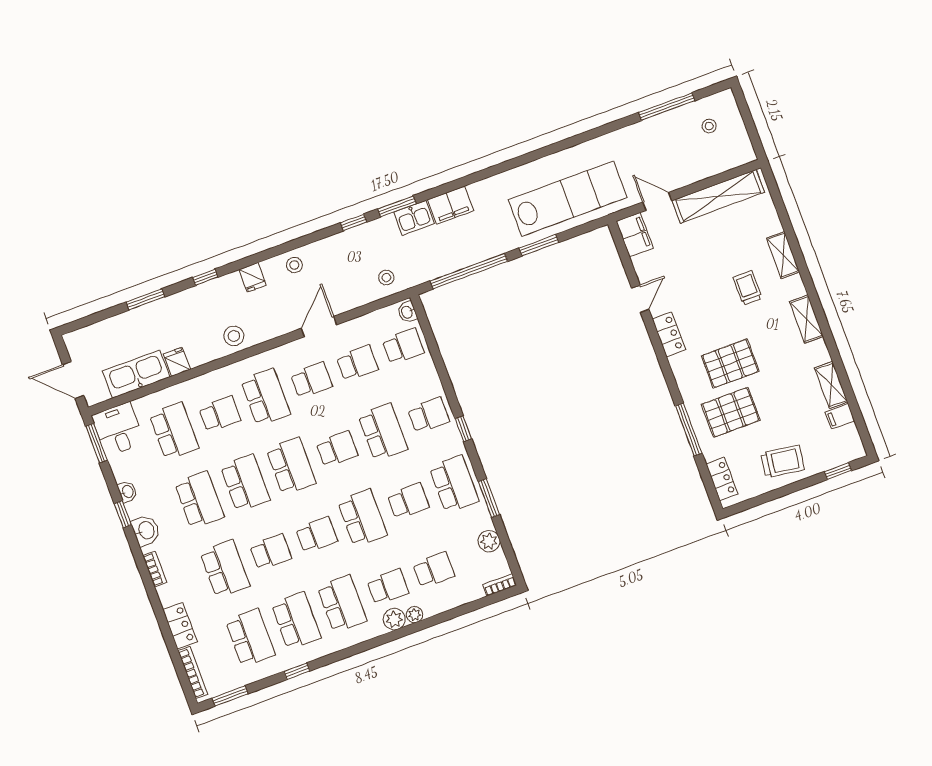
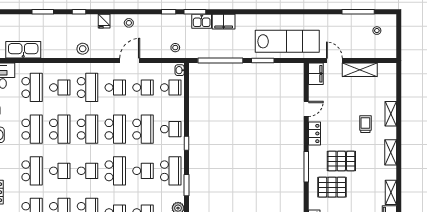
shelving: (718, 196) -> (360, 70), width x0.68
fridge: (177, 362) -> (47, 51), removed
window: (689, 430) -> (306, 167), moved
school desk: (337, 449) -> (115, 129), width x1.85

